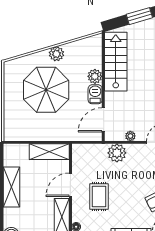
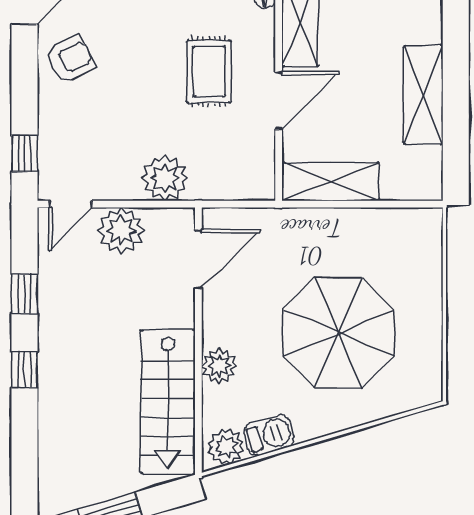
plant: (56, 54) -> (226, 447), moved
barbecue: (95, 94) -> (269, 435), moved, turned -107
plant: (130, 136) -> (121, 231), width x1.87, depth x1.87

